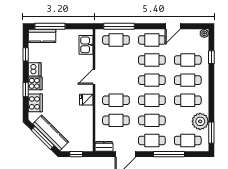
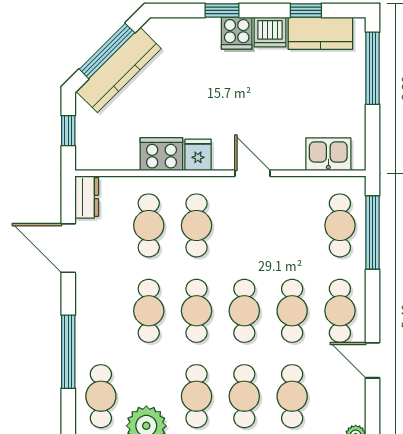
kitchen counter: (42, 36) -> (320, 33), moved, turned -90
cooker: (35, 103) -> (161, 154), moved, turned 180
cafe table: (152, 140) -> (101, 311), removed

